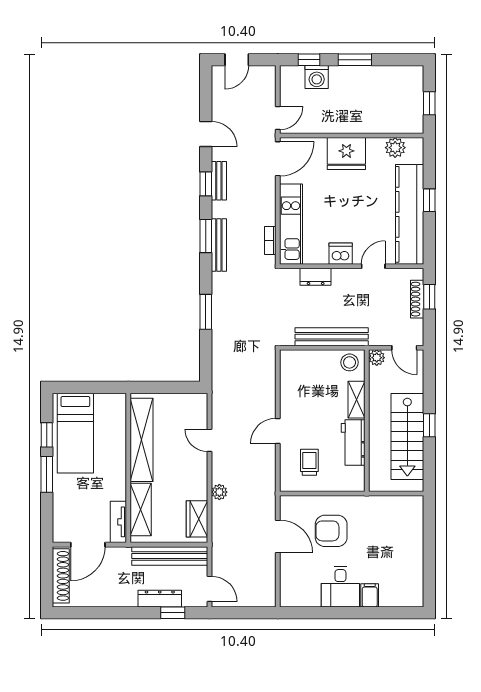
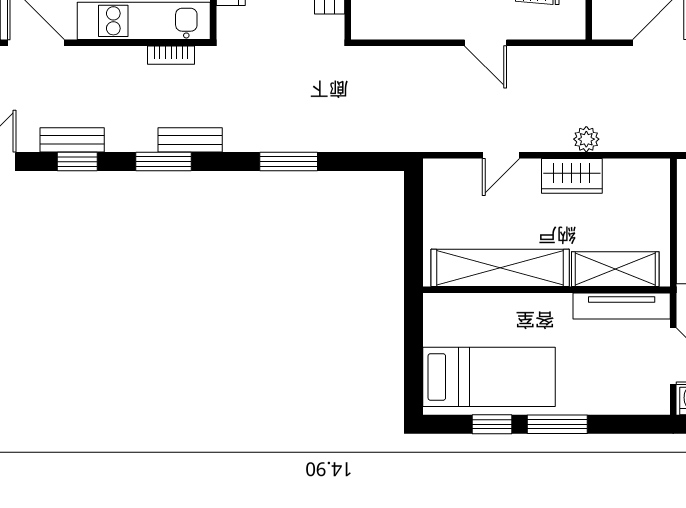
bench: (219, 245) -> (190, 140), width x0.73
wardrobe: (197, 519) -> (572, 176), moved
tv unit: (118, 522) -> (622, 306), width x1.41

